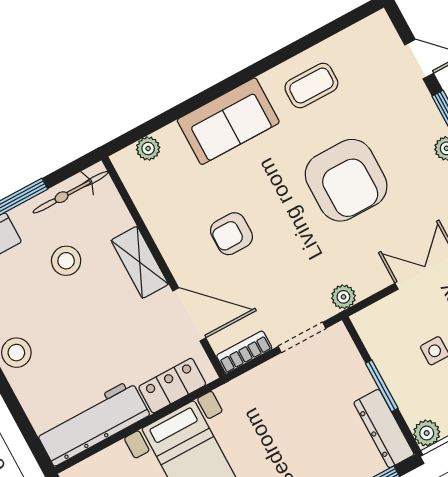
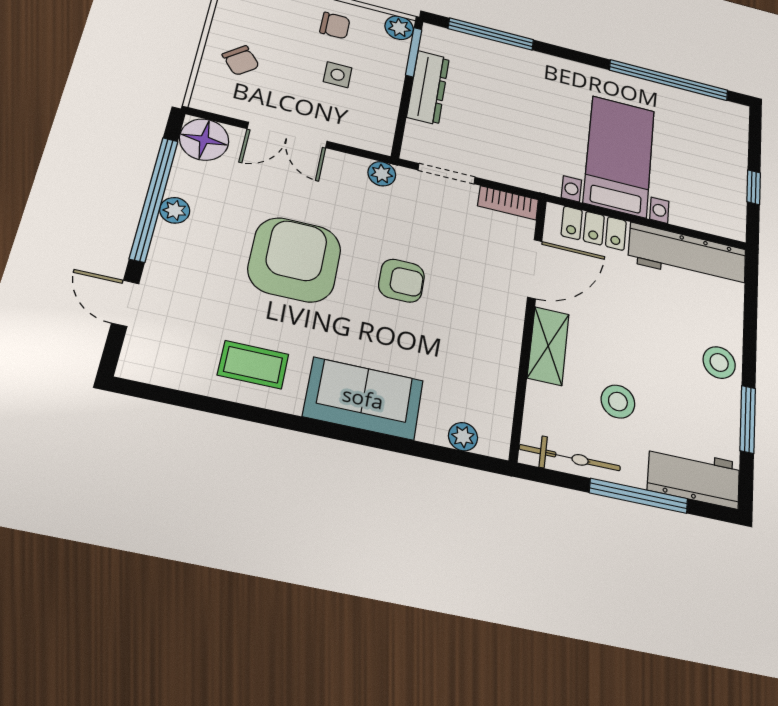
armchair: (231, 234) -> (401, 281), moved
door: (189, 314) -> (535, 269), swing flipped
window: (382, 386) -> (414, 52), moved
dresser: (384, 429) -> (428, 87), moved

